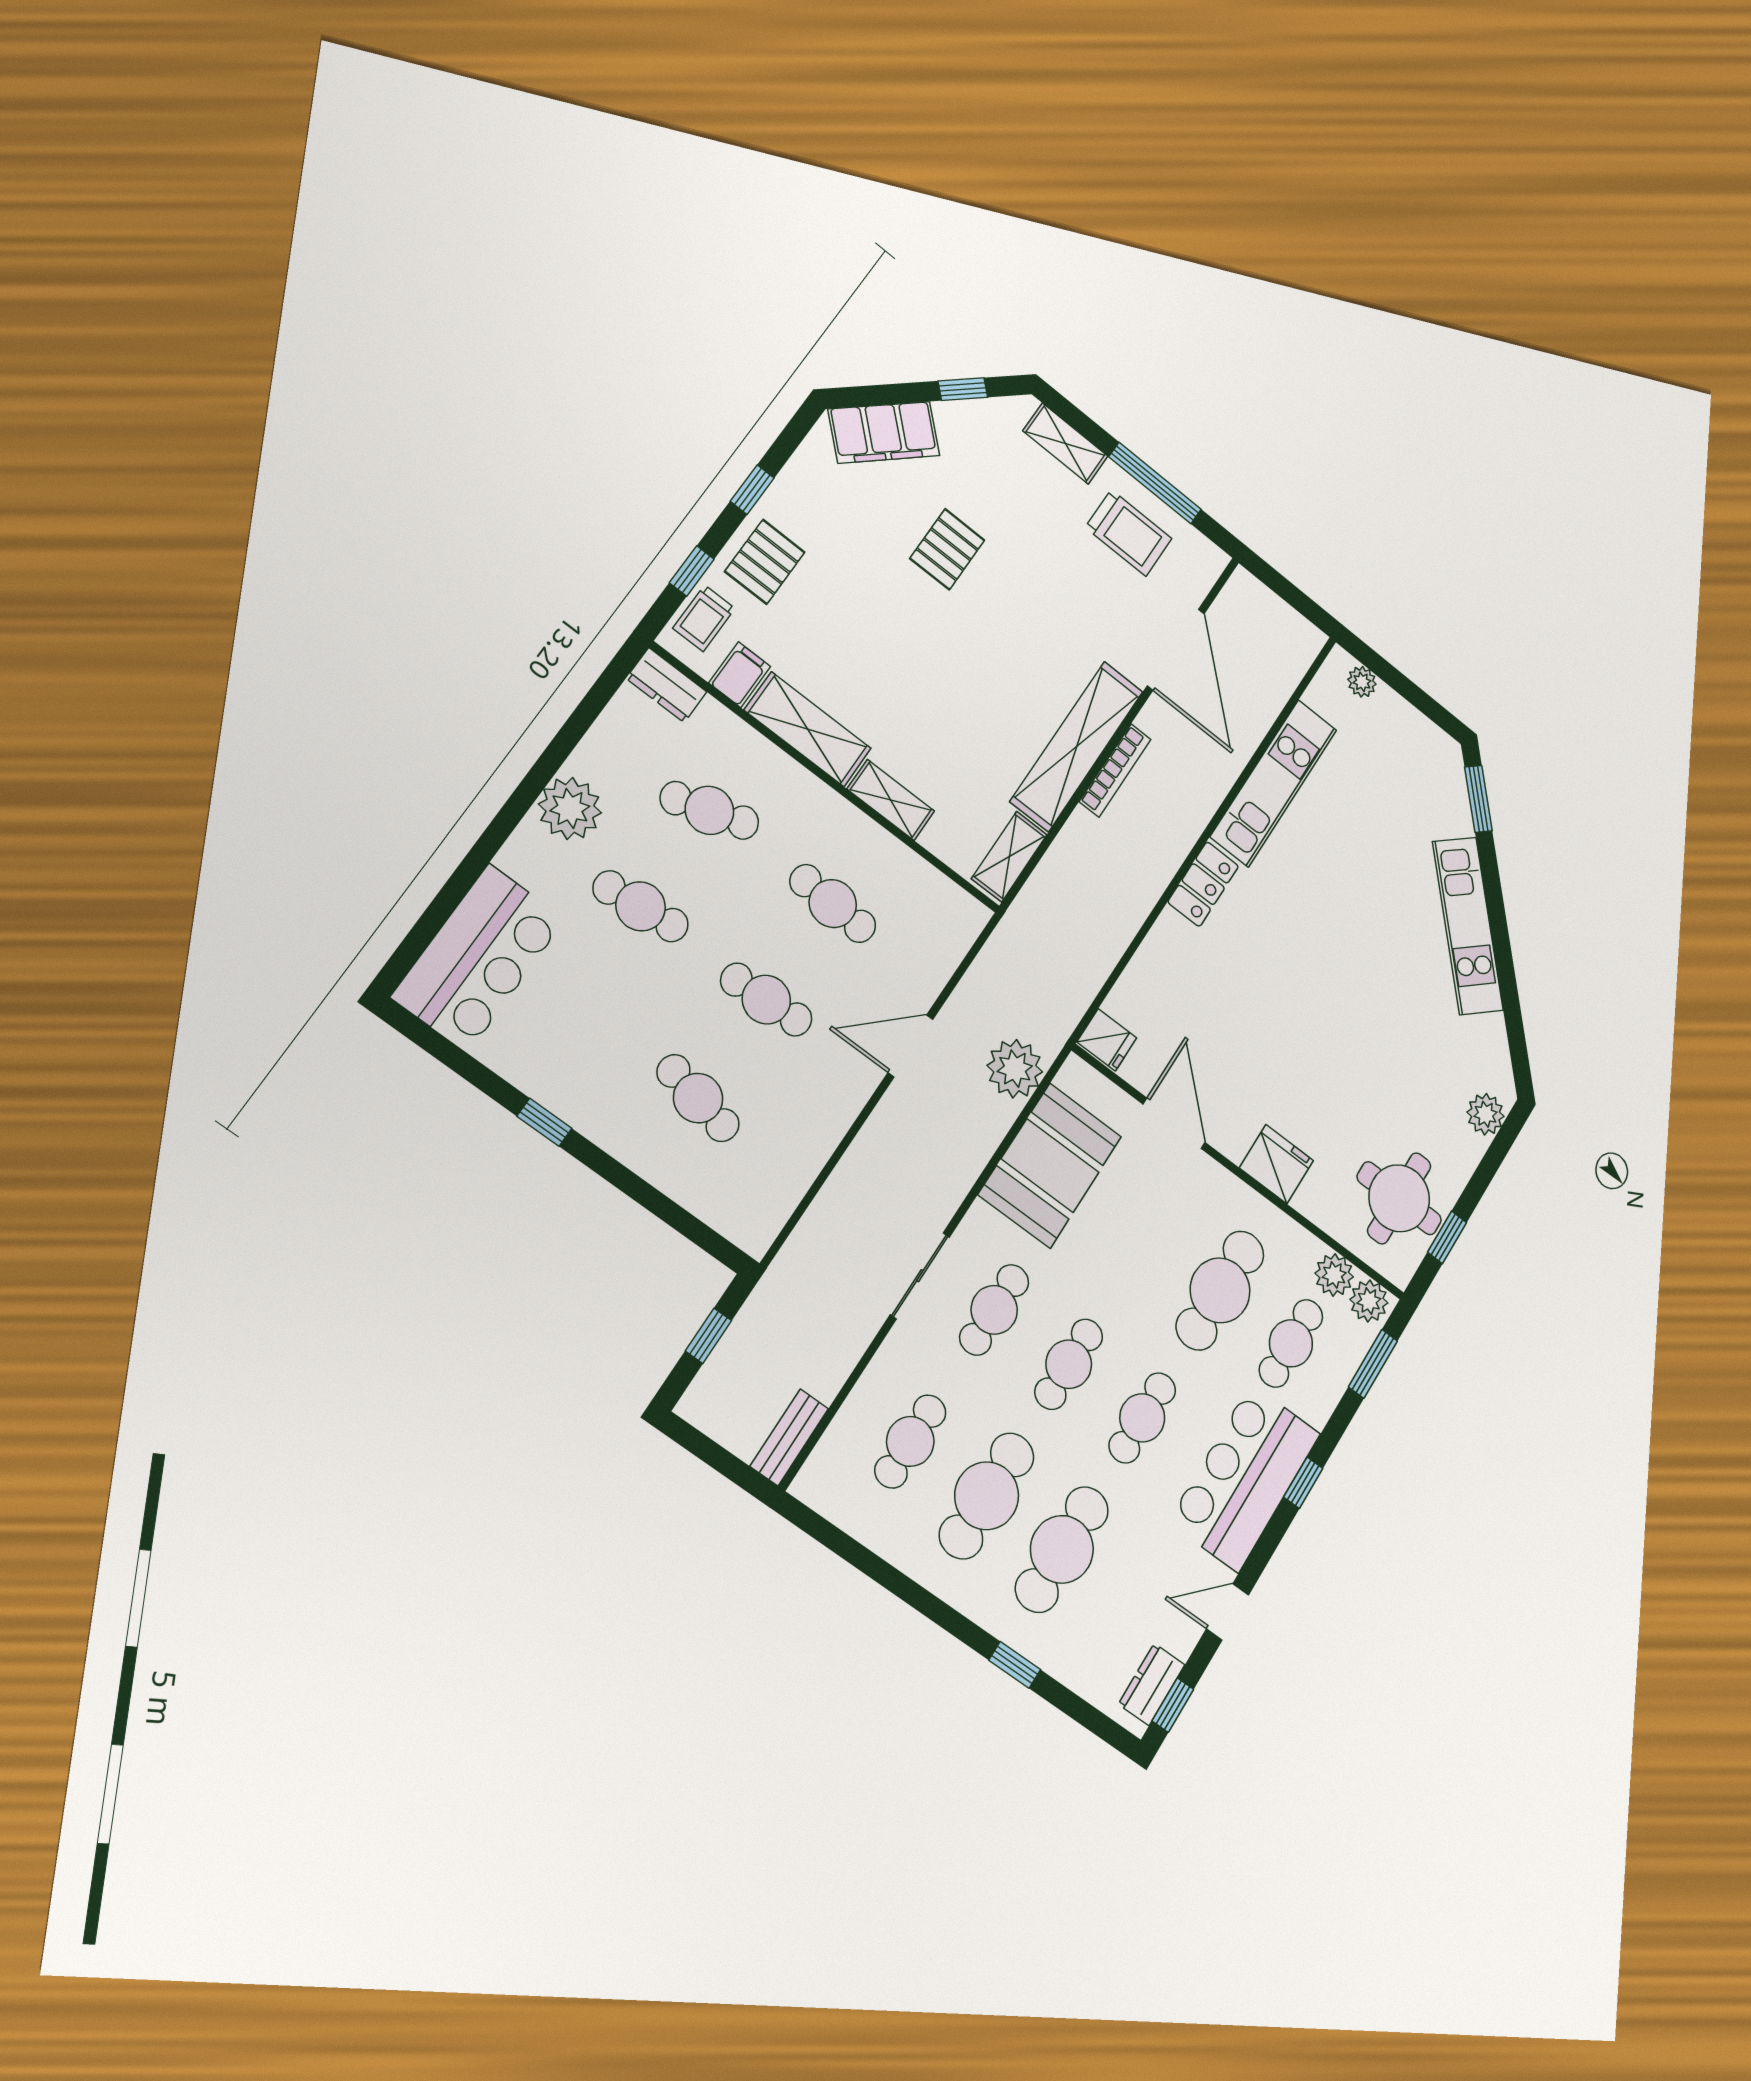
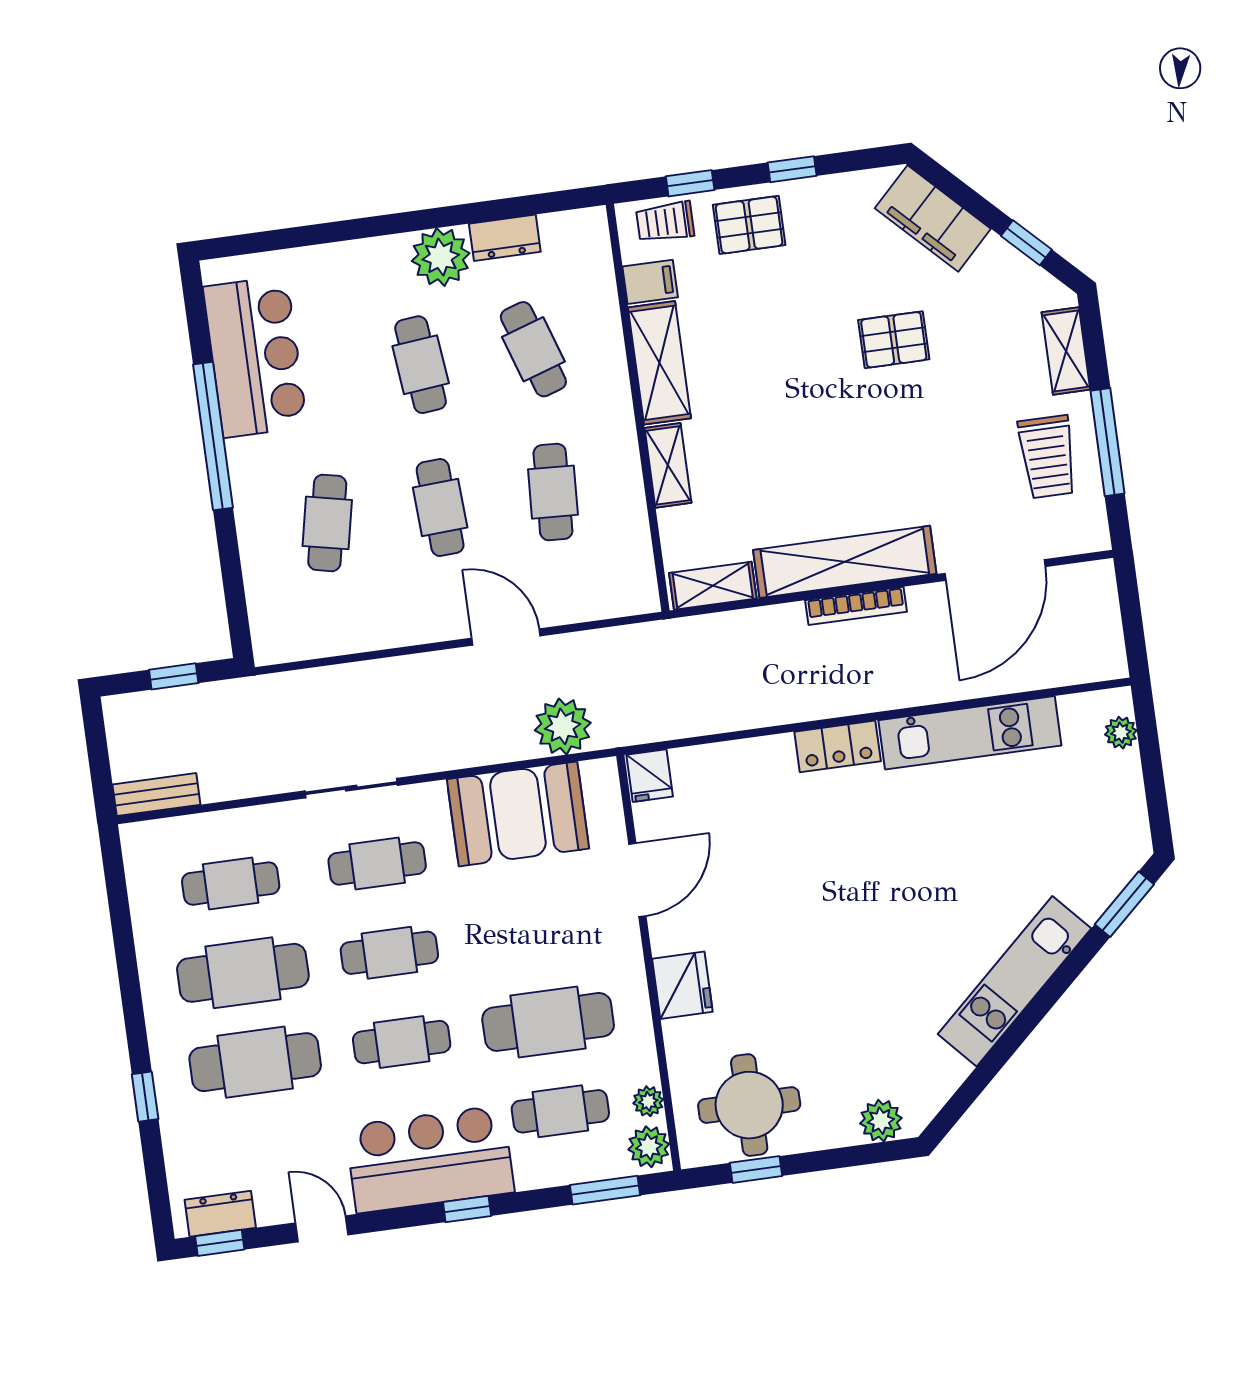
dresser: (667, 685) -> (505, 238), moved, turned -90
bar counter: (479, 958) -> (255, 357), moved, turned -90
window: (544, 1122) -> (213, 436), width x3.17
plant: (1334, 1275) -> (648, 1101), width x0.73, depth x0.73

